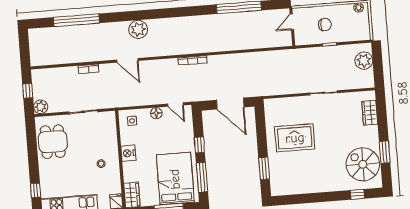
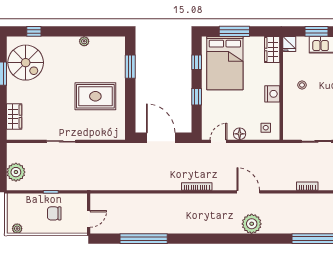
door: (127, 60) -> (248, 192), moved
door: (175, 105) -> (219, 141), hinge flipped
window: (202, 177) -> (197, 62), width x0.46
plant: (309, 189) -> (84, 41), added

